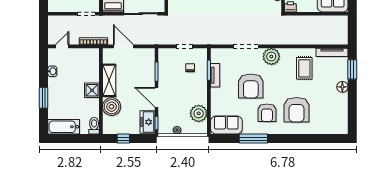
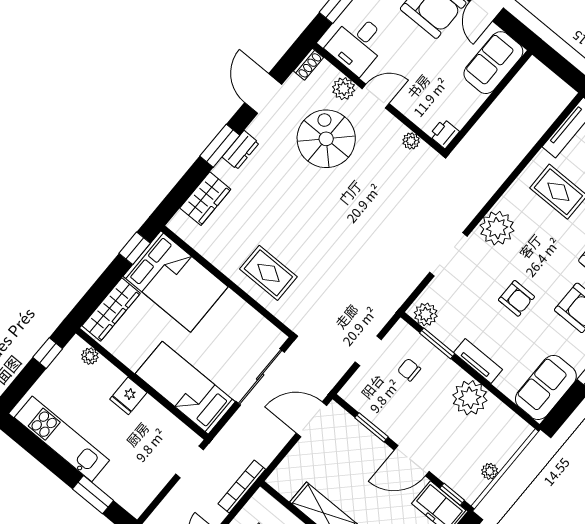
door: (123, 46) -> (311, 419), moved
plant: (216, 57) -> (426, 314), added
tv unit: (215, 75) -> (478, 361), moved
armchair: (251, 86) -> (516, 298), width x0.53, depth x0.53
plant: (199, 113) -> (470, 398), moved

